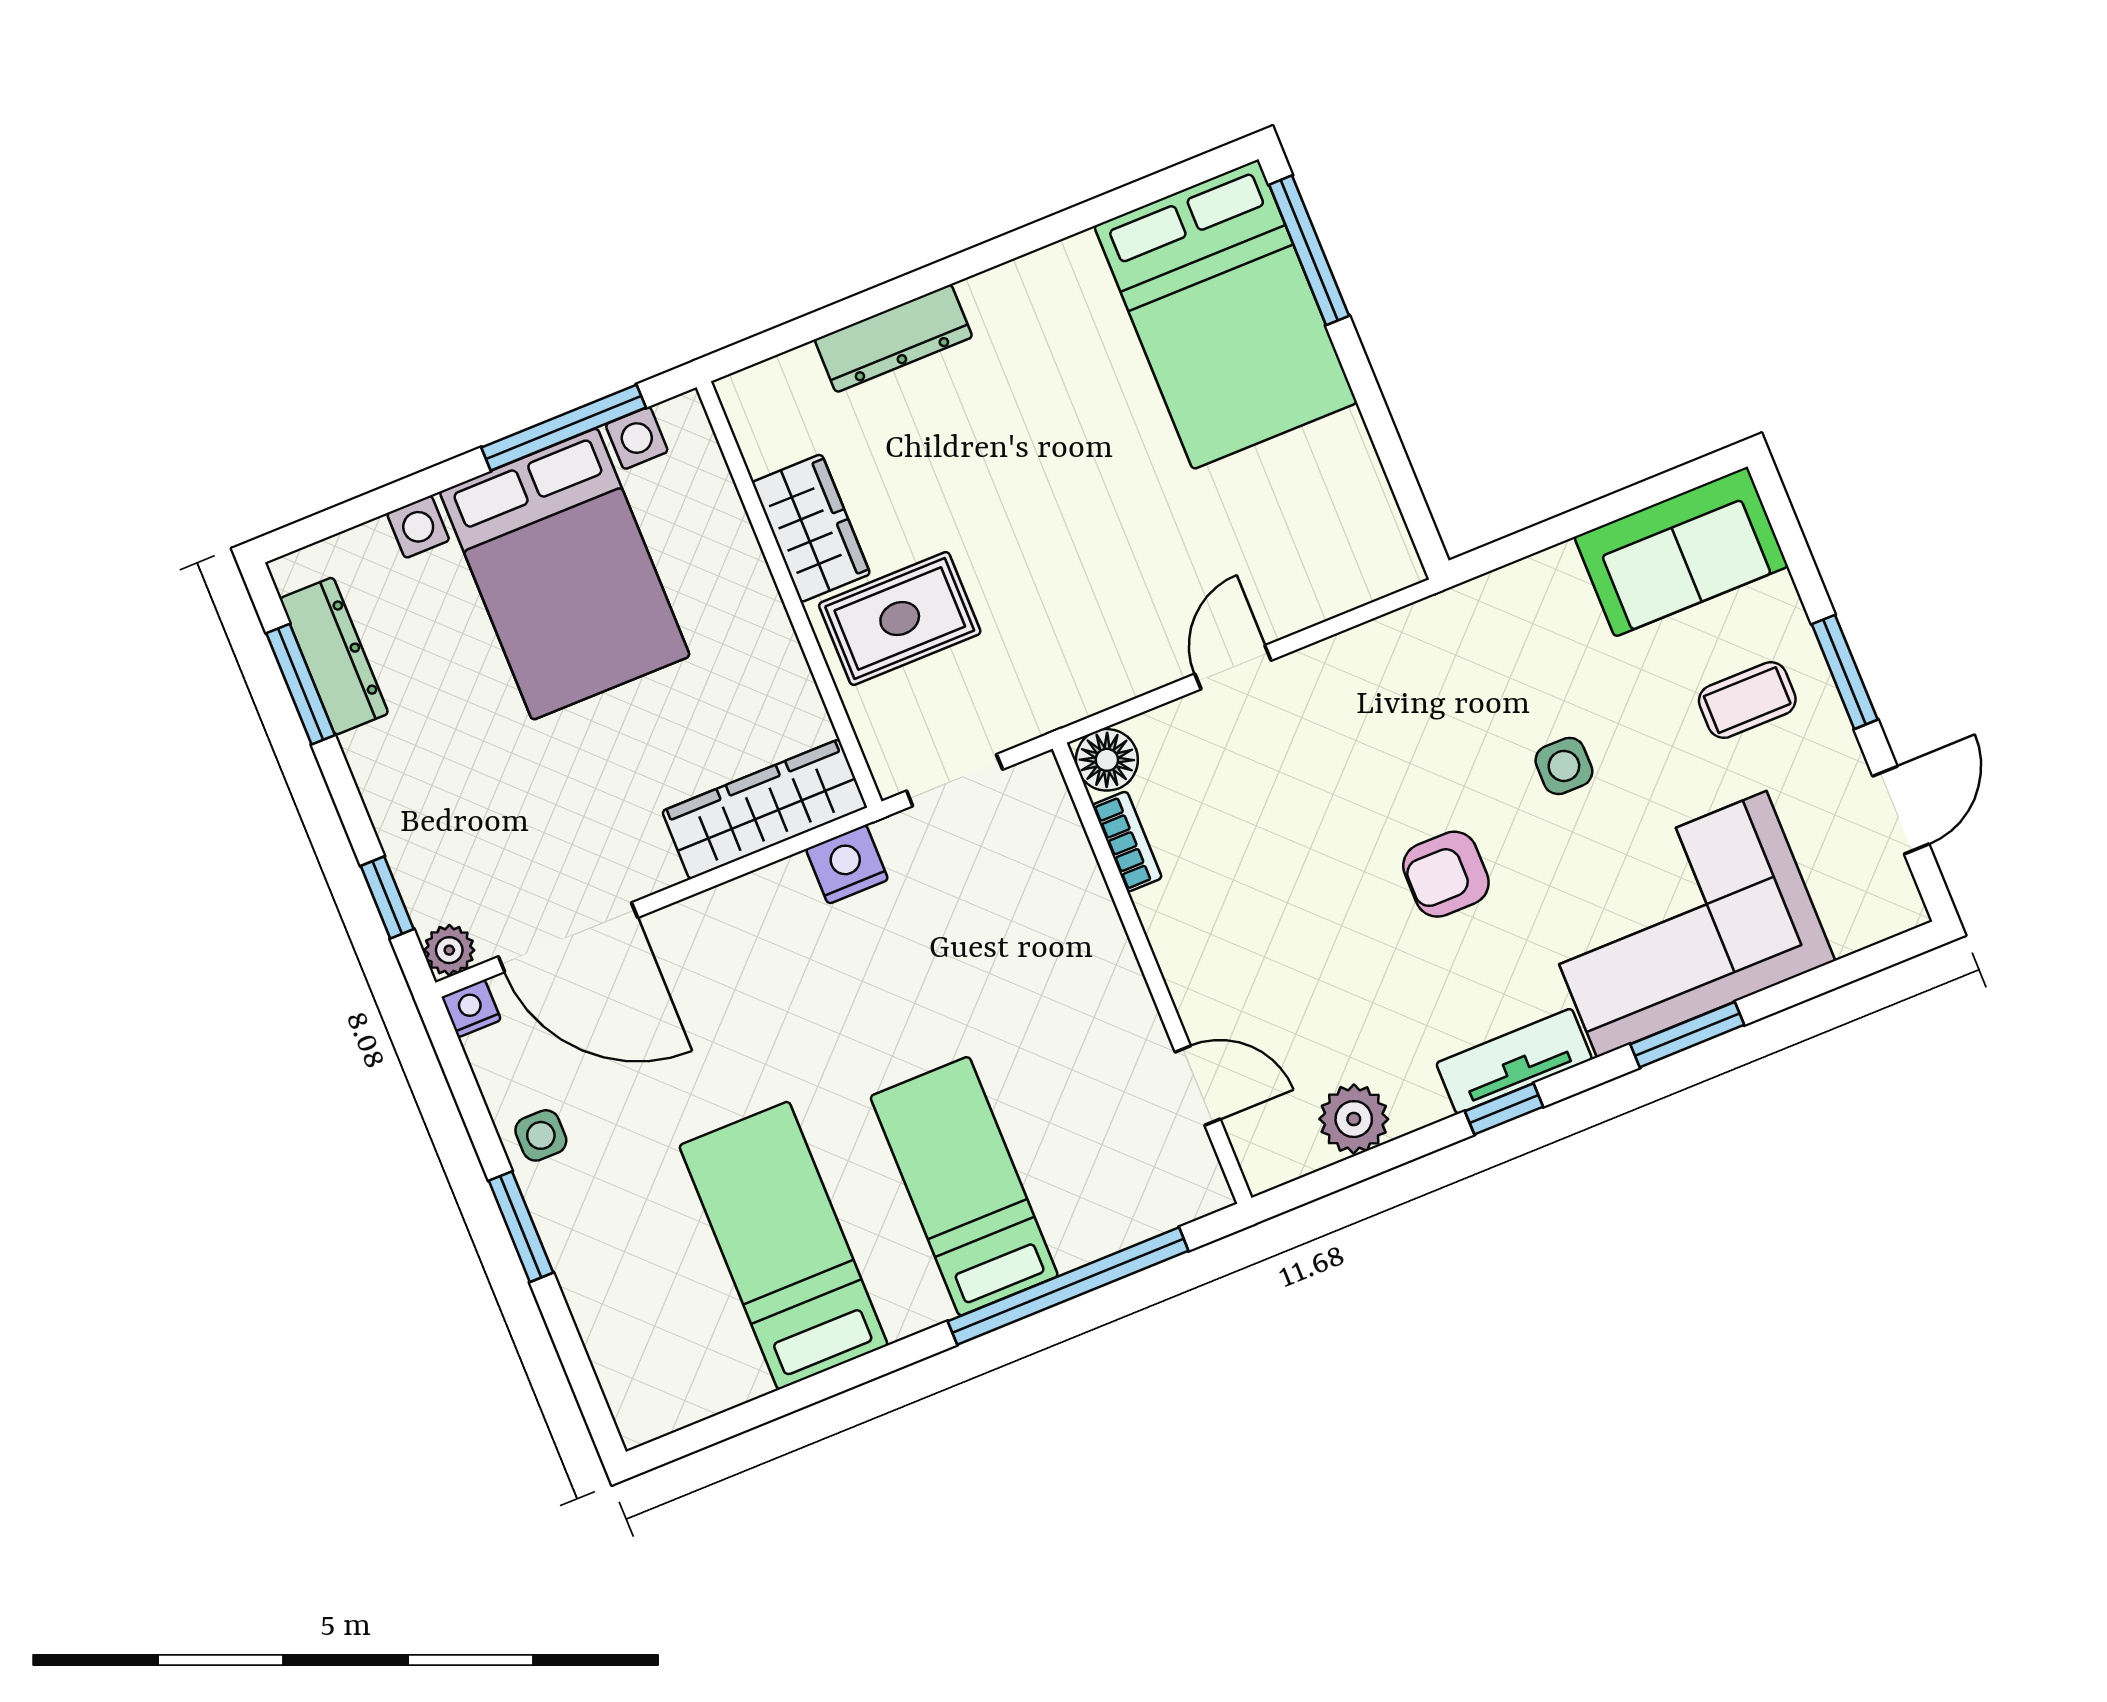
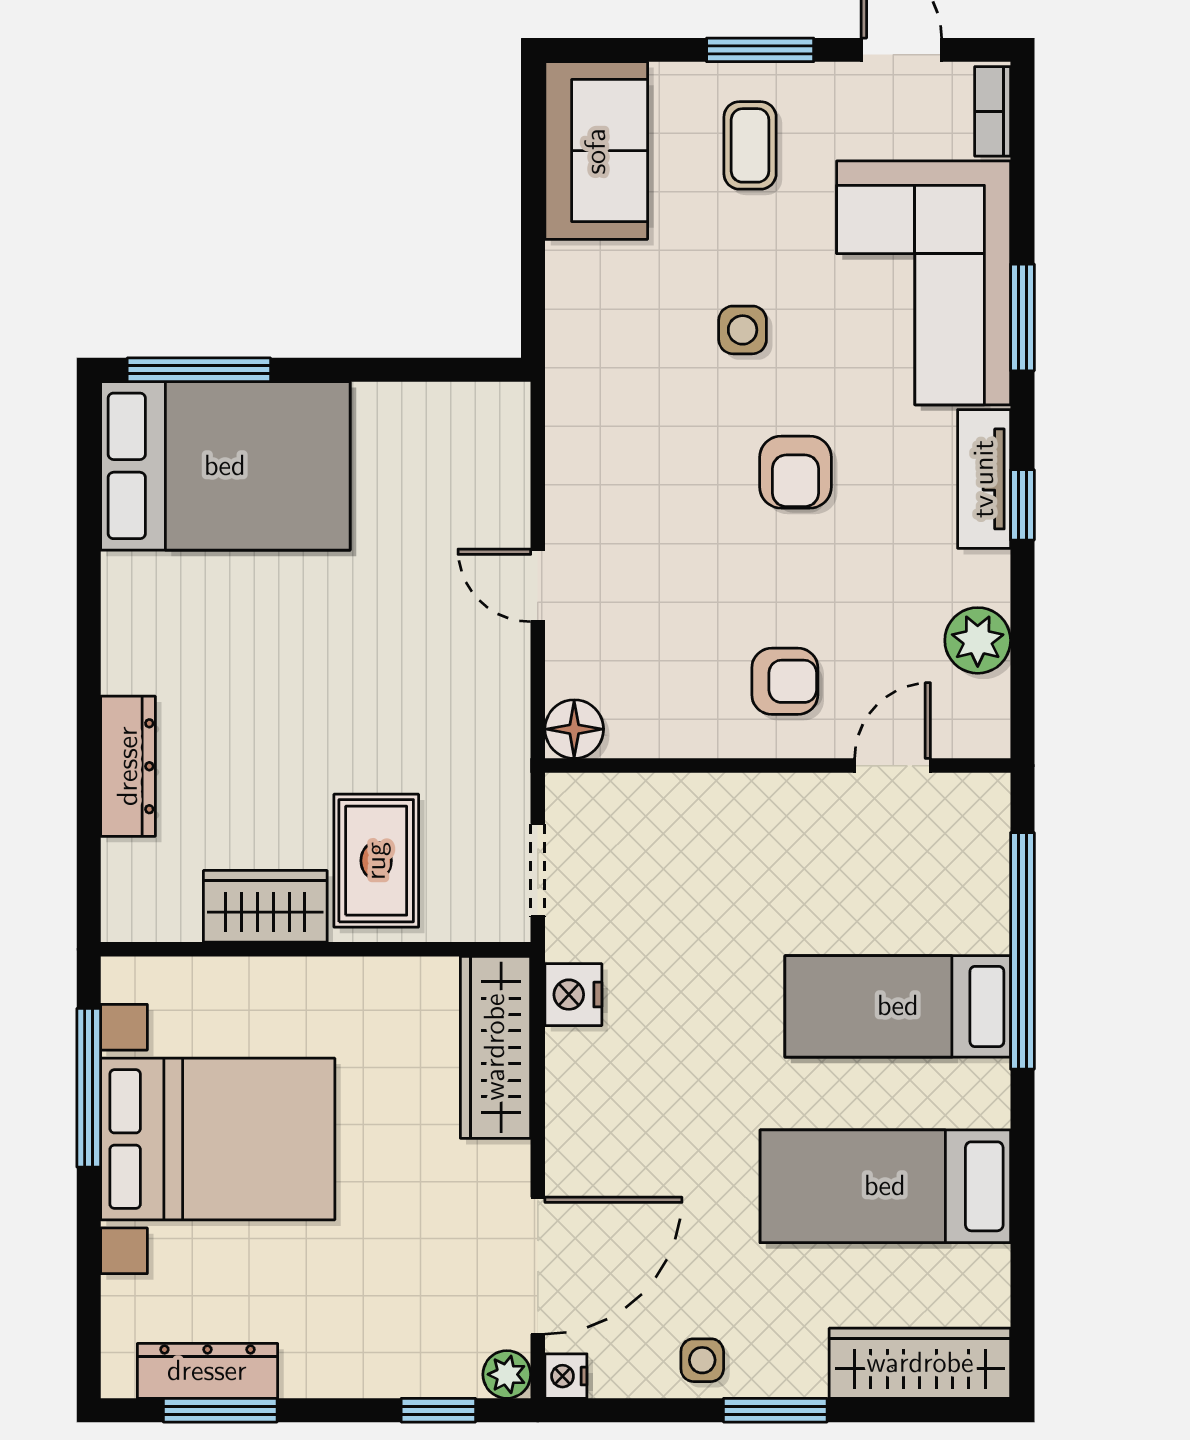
bookcase: (1127, 842) -> (993, 111), moved, turned -90
armchair: (1237, 947) -> (785, 681), added
wardrobe: (624, 1349) -> (920, 1363), added

